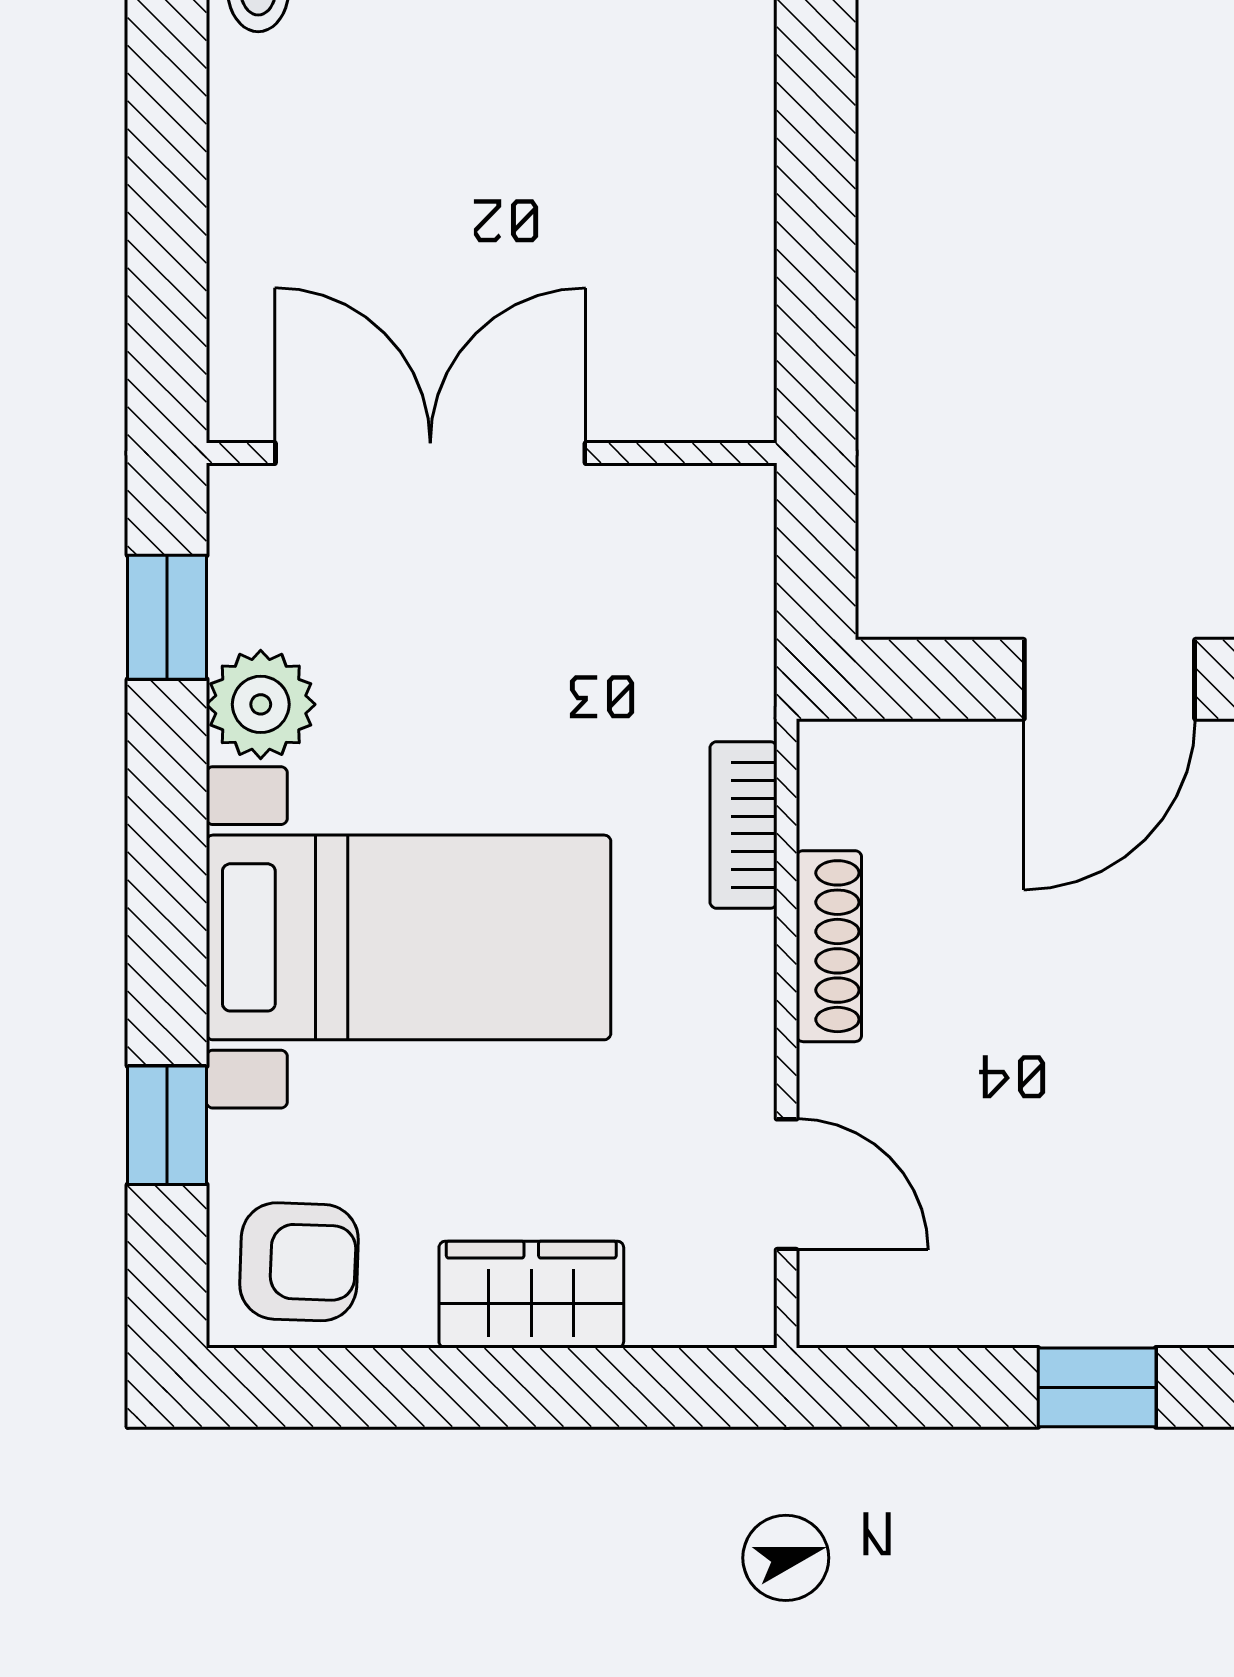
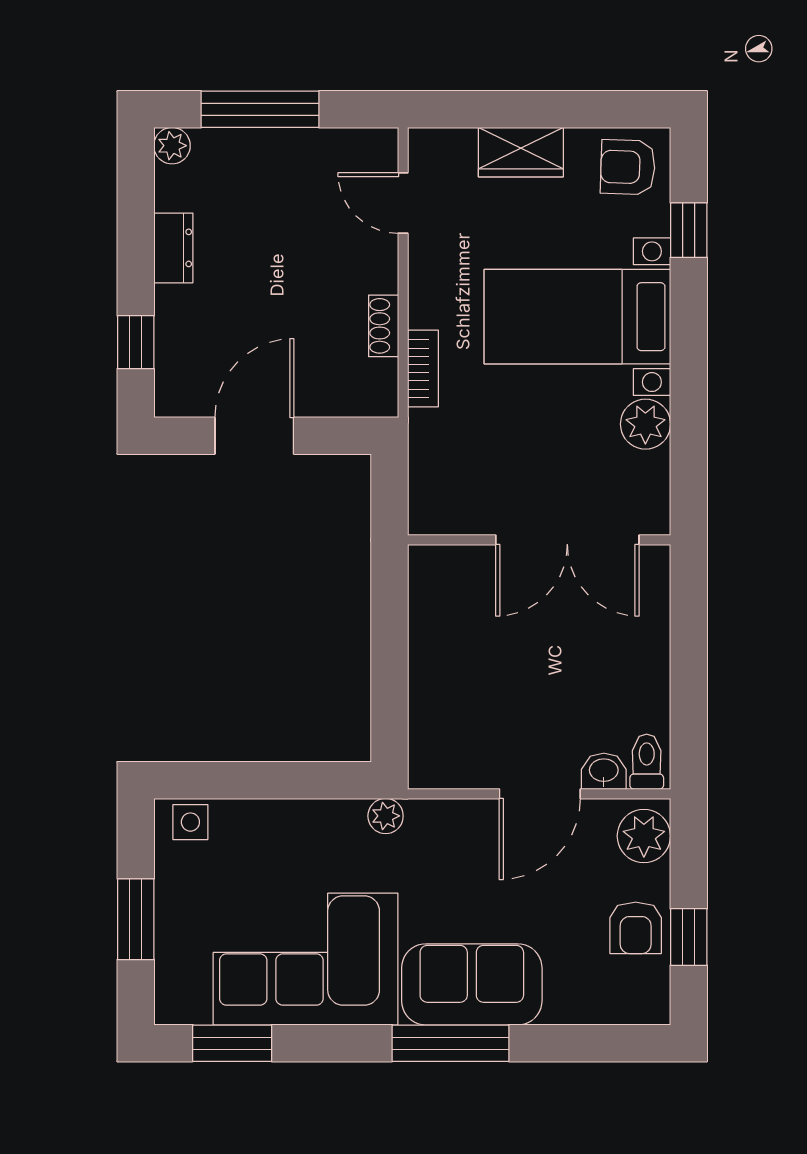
window: (167, 617) -> (689, 464), removed
shoe rack: (829, 946) -> (384, 326), width x0.70
window: (1097, 1387) -> (260, 109), width x2.17

